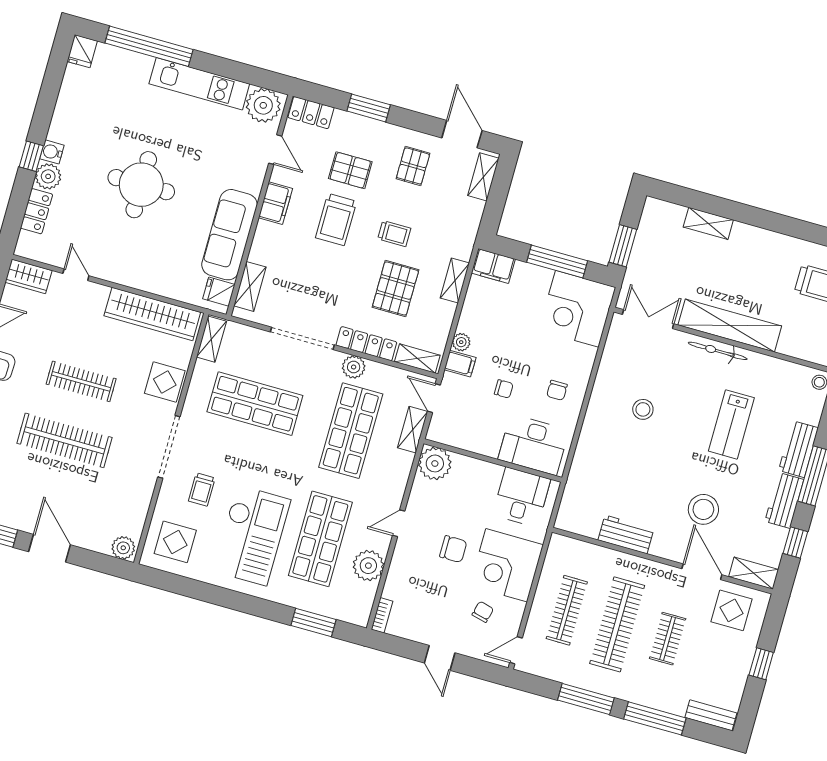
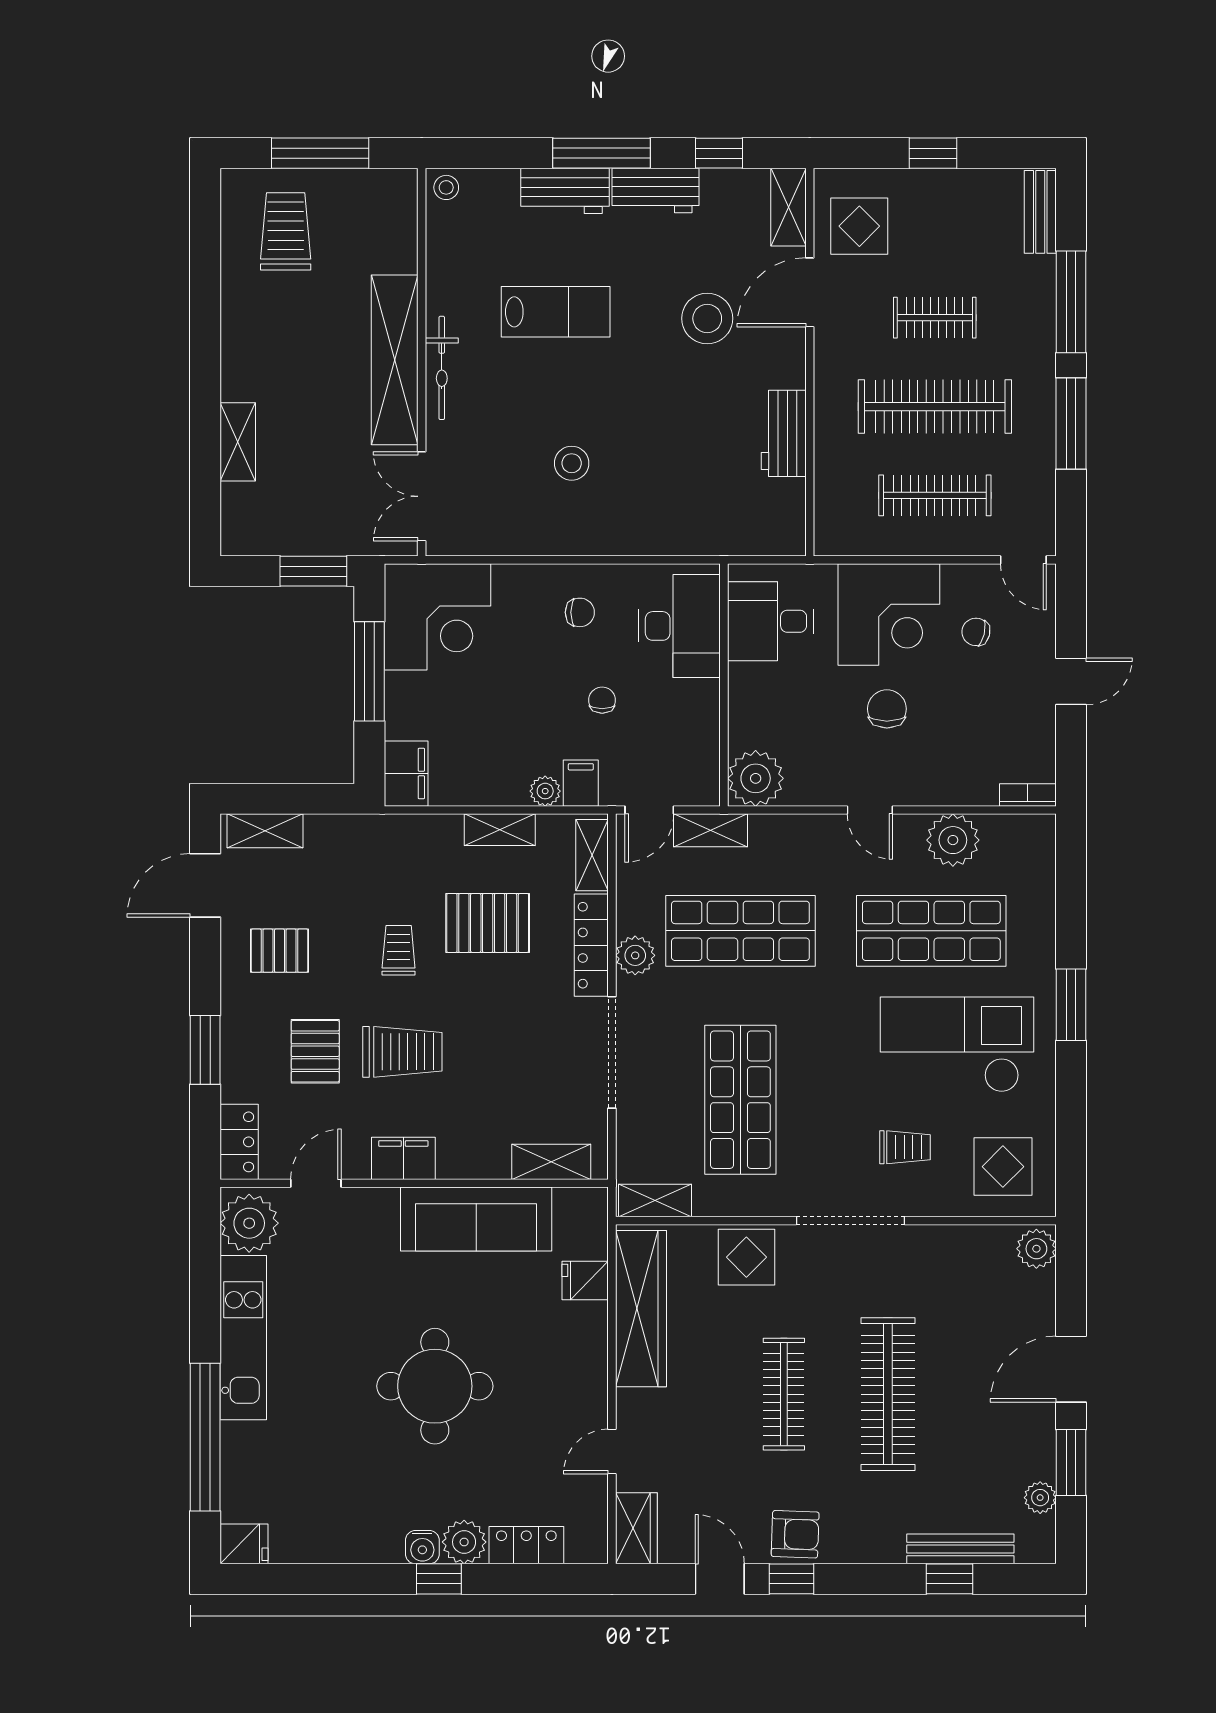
shelving: (455, 281) -> (500, 830), moved
fridge: (219, 292) -> (585, 1280), moved, turned 90
window: (314, 622) -> (1071, 1005), moved

